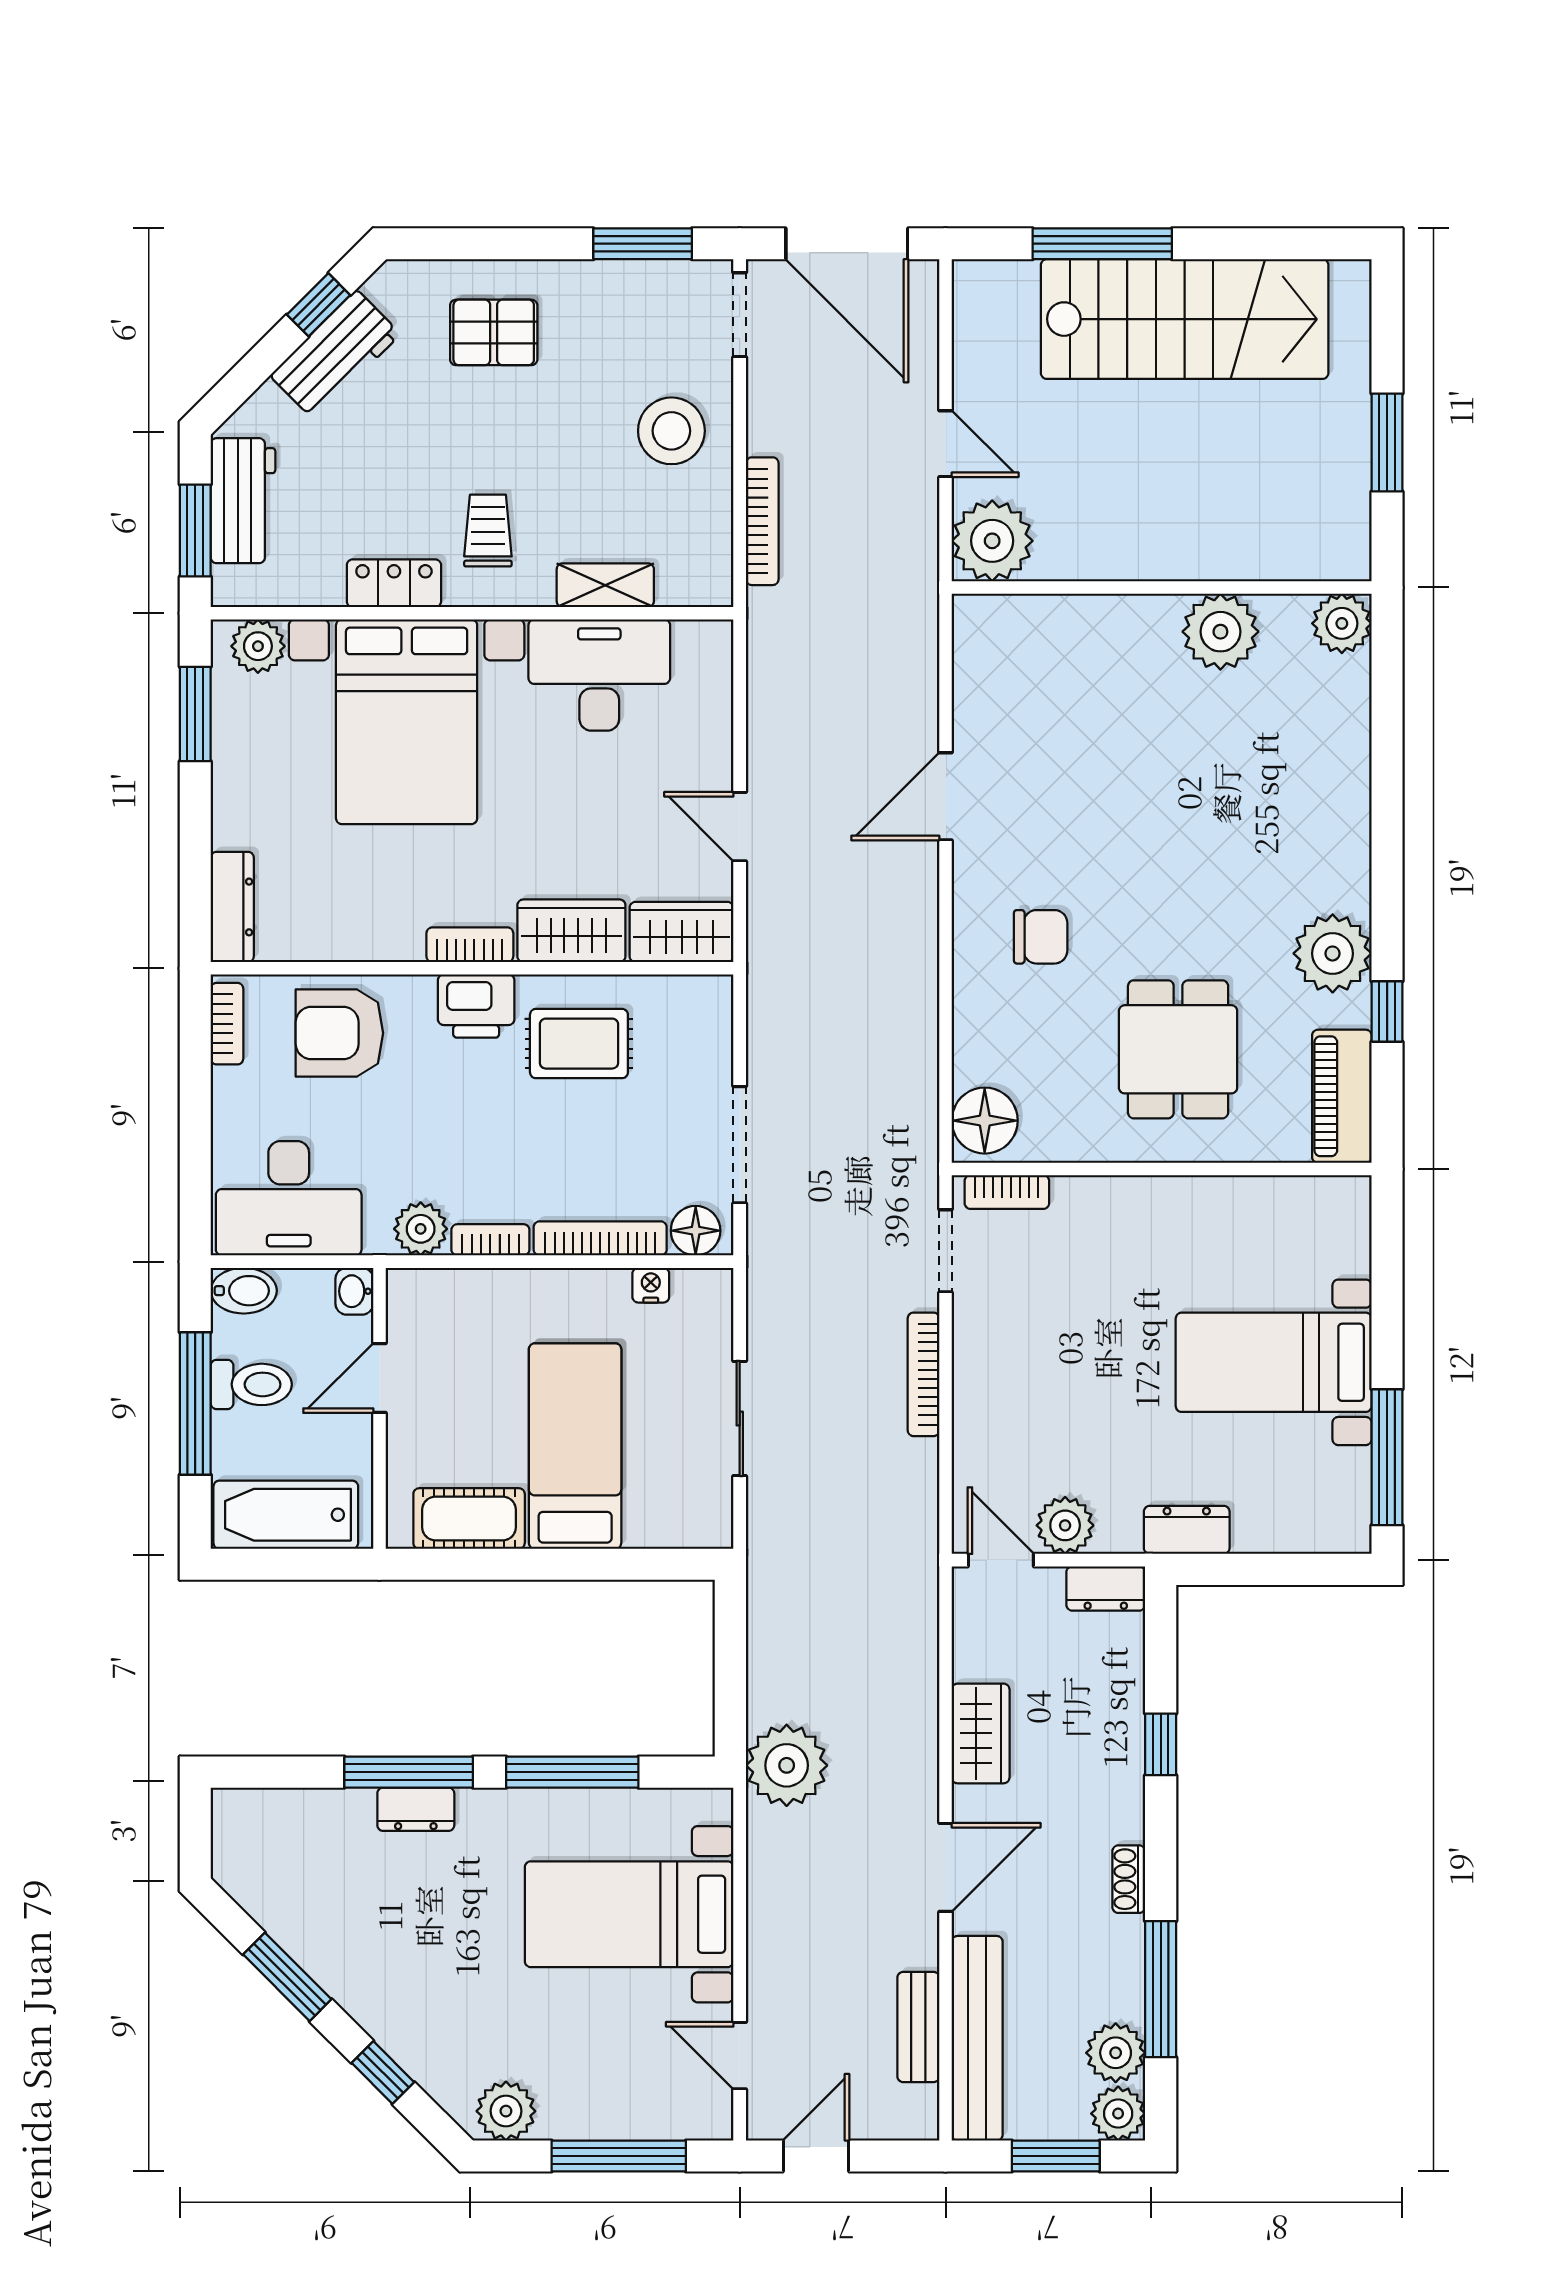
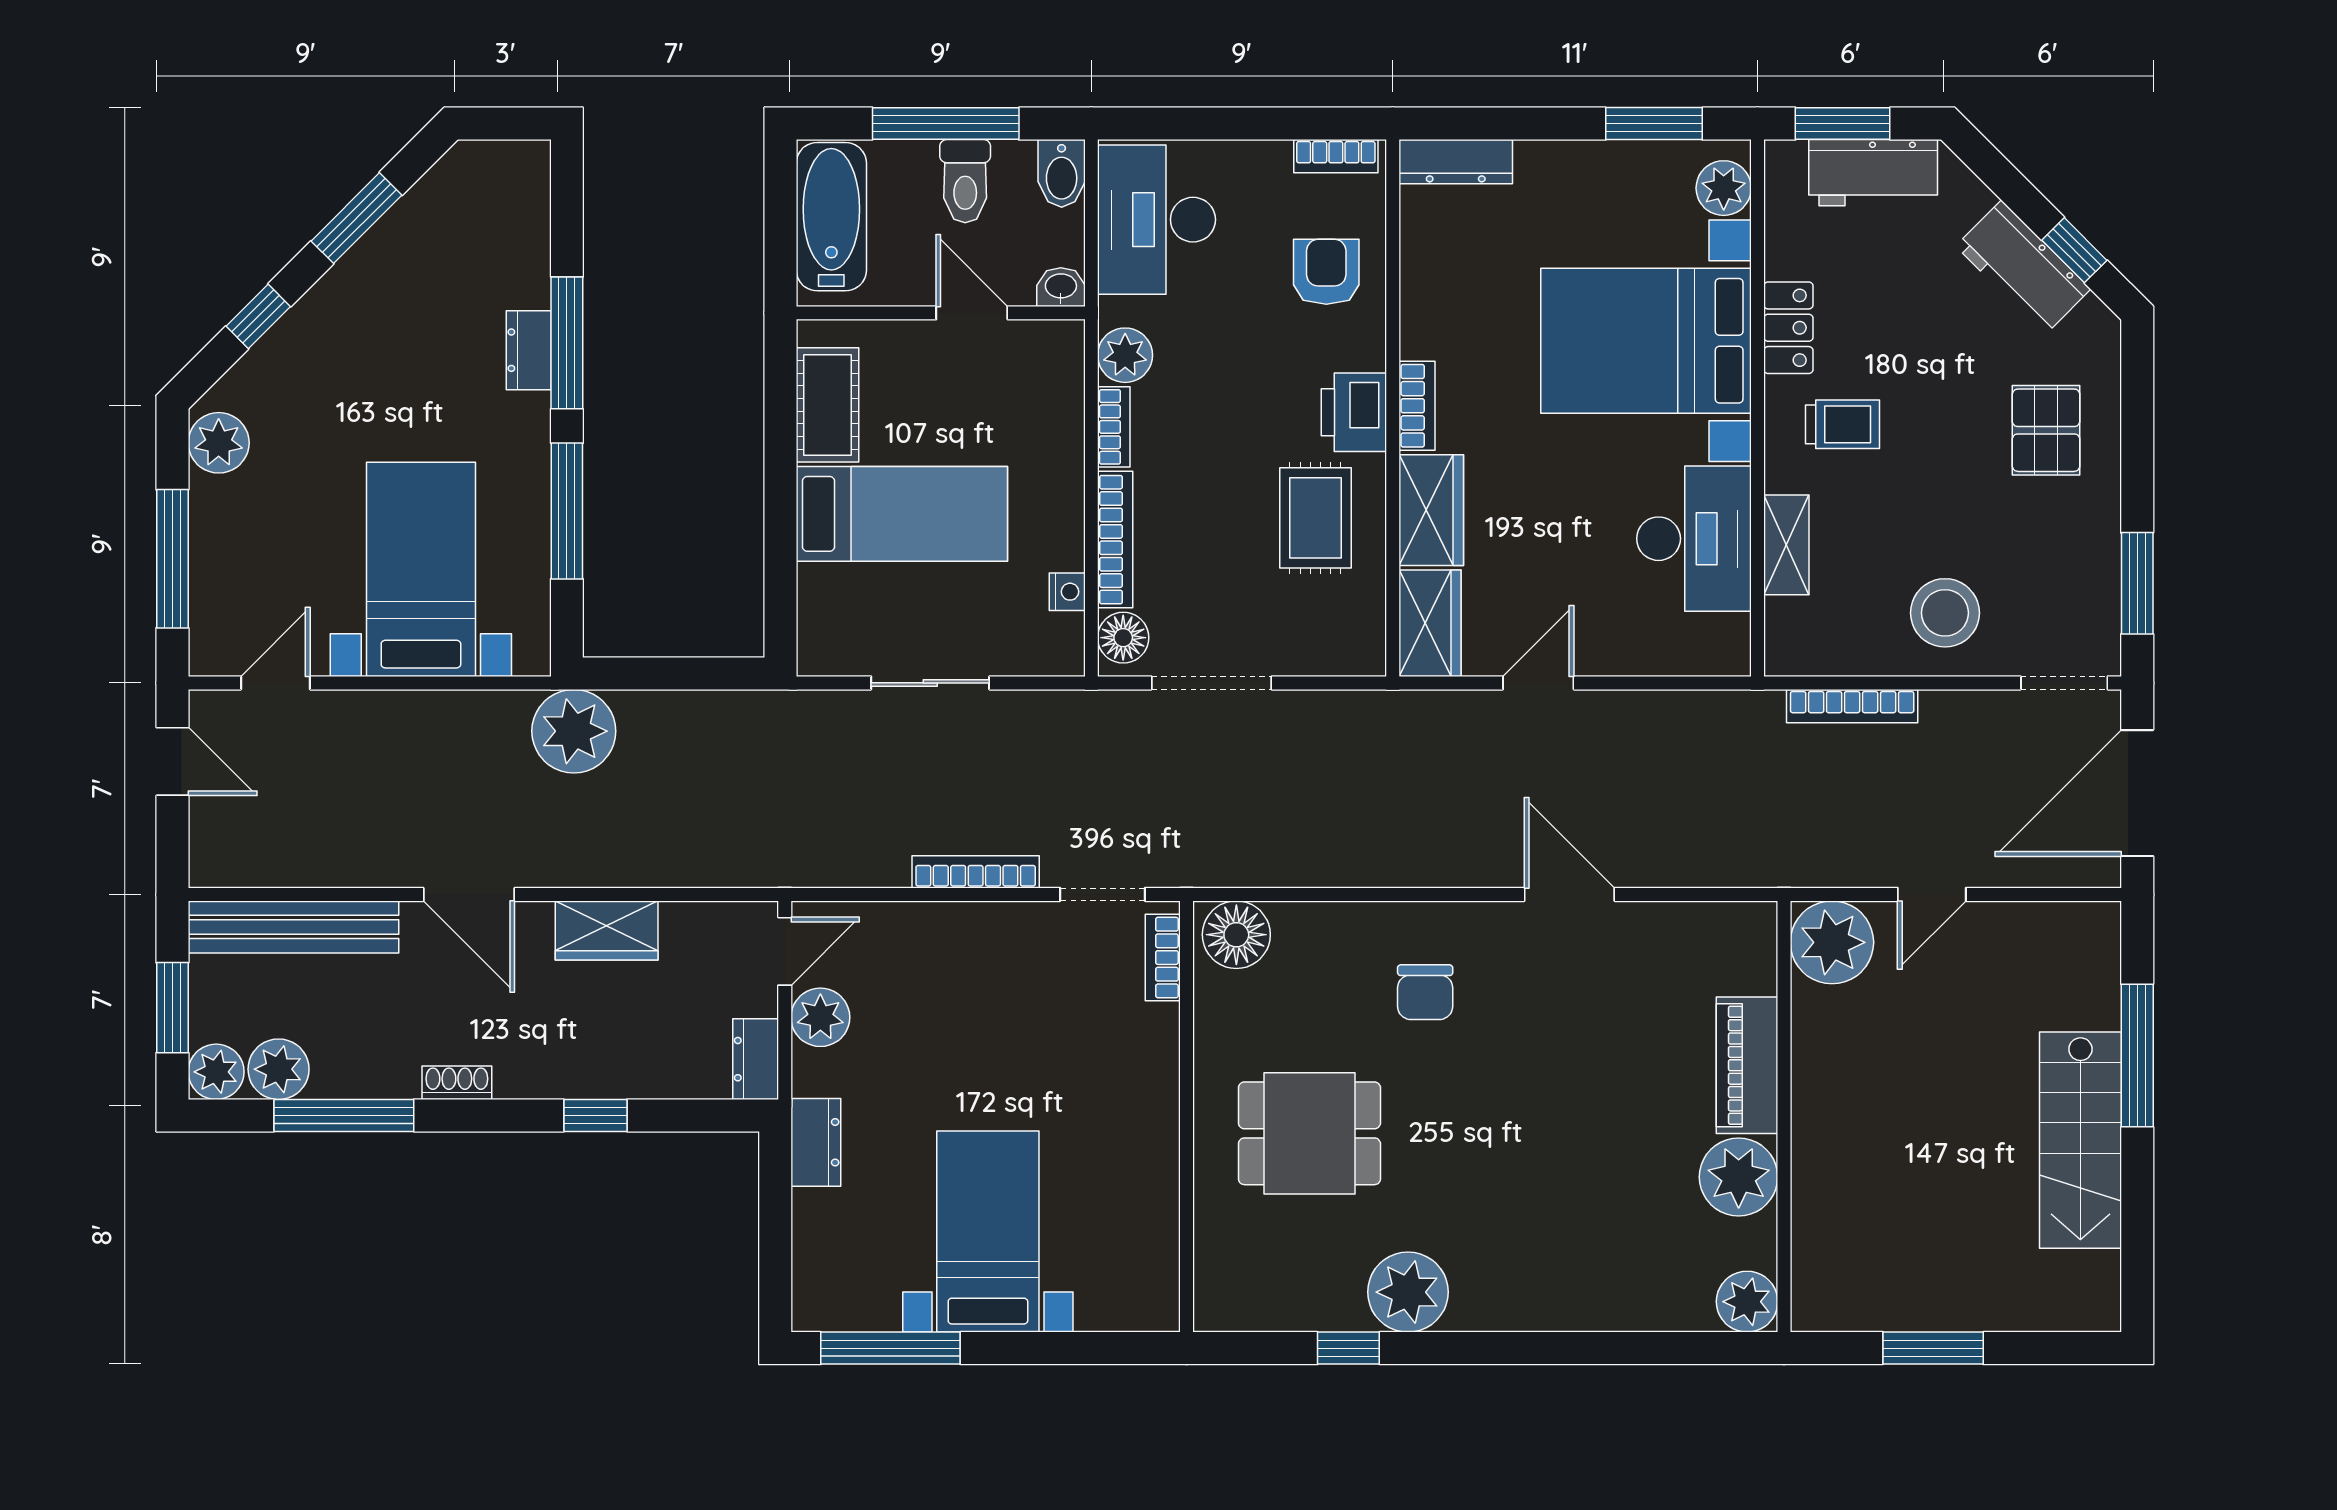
stairs: (1185, 319) -> (2080, 1140), width x0.73, depth x0.66
armchair: (339, 1033) -> (1326, 272), width x0.72, depth x0.72
piano: (1342, 1096) -> (1747, 1065), moved, turned -90
bench: (918, 2027) -> (305, 867), removed

